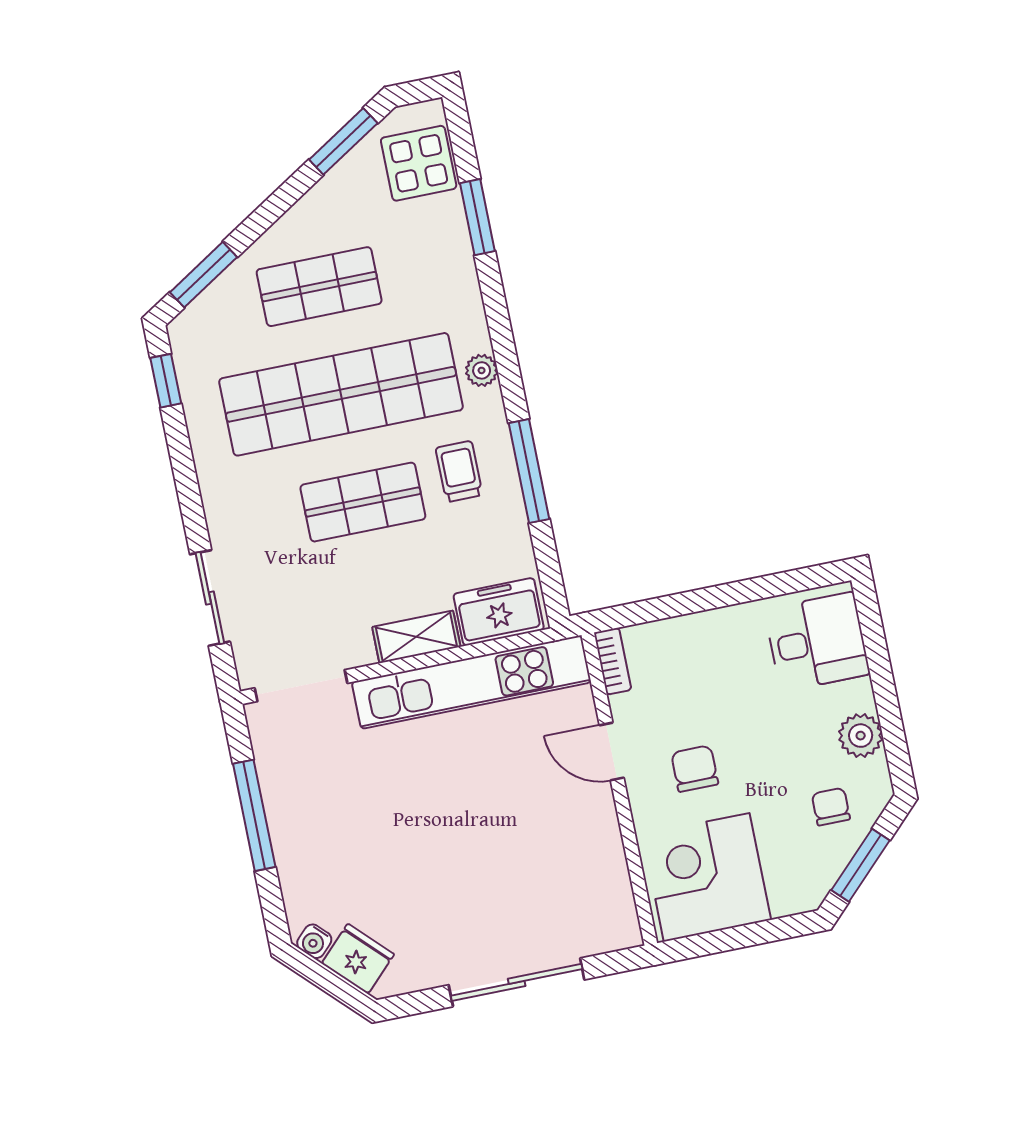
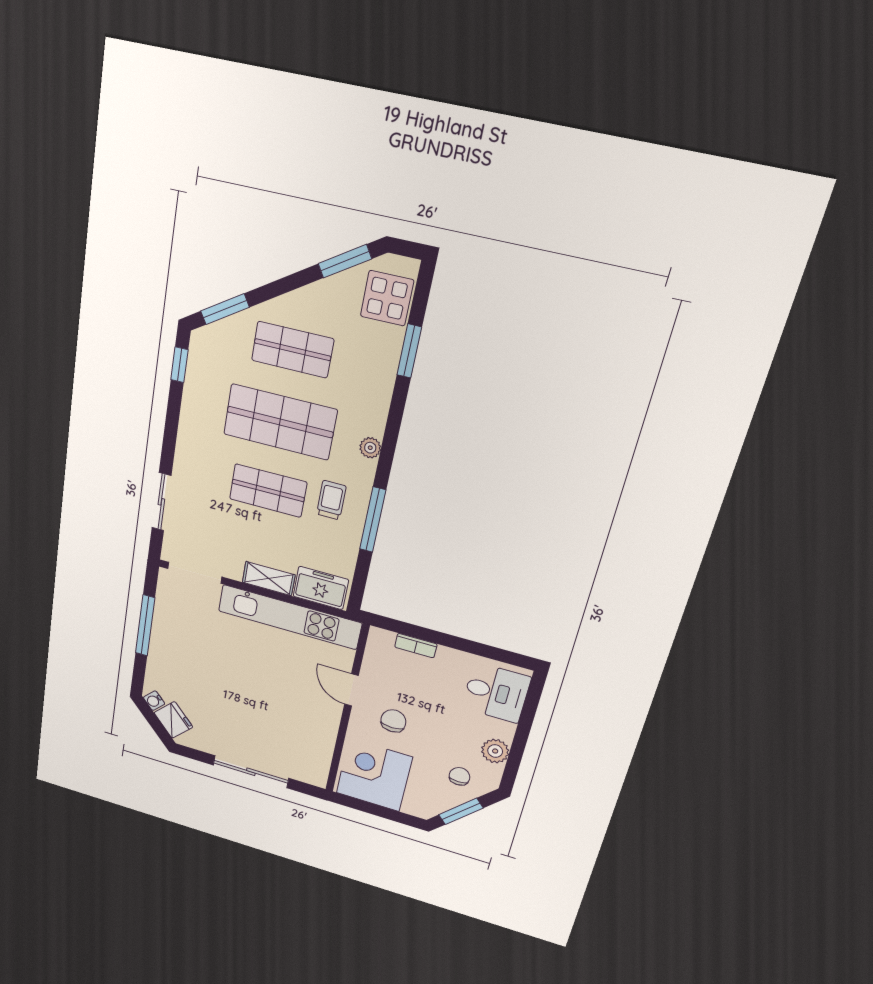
shop shelf: (341, 394) -> (280, 422), width x0.71
bookcase: (613, 661) -> (416, 646), moved, turned 90

